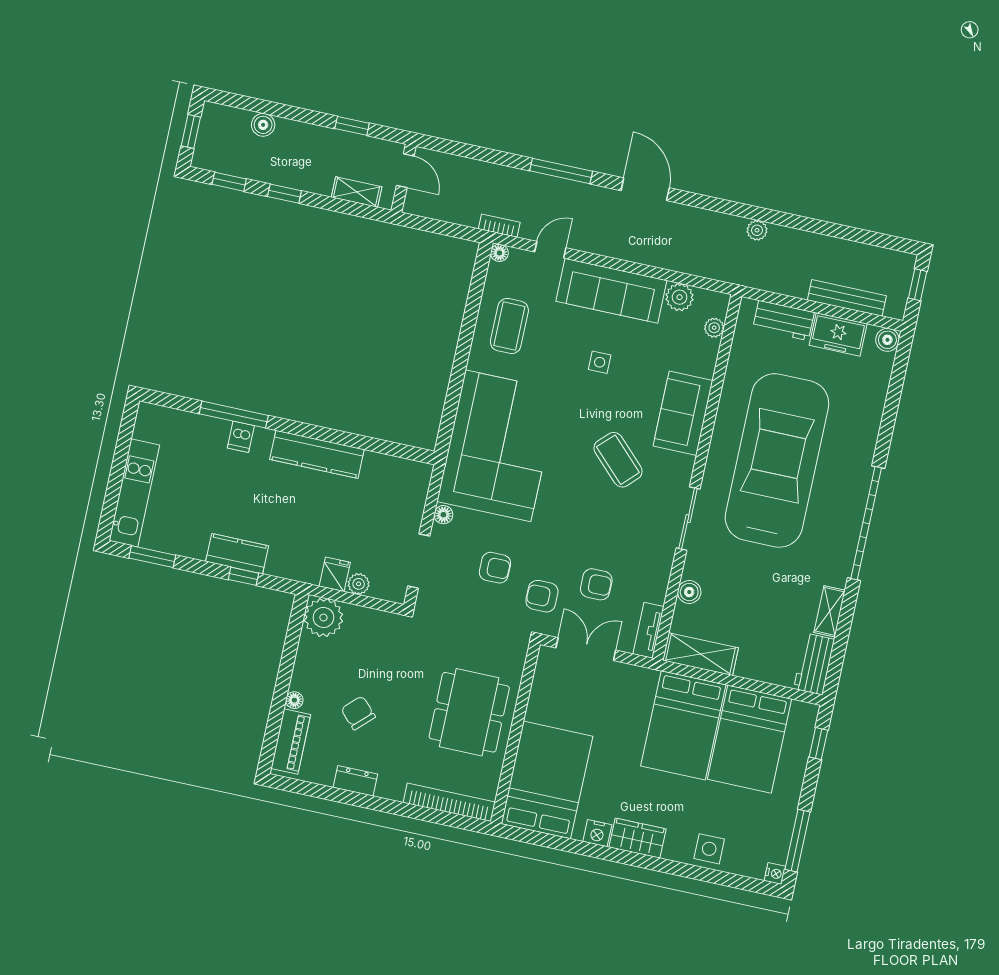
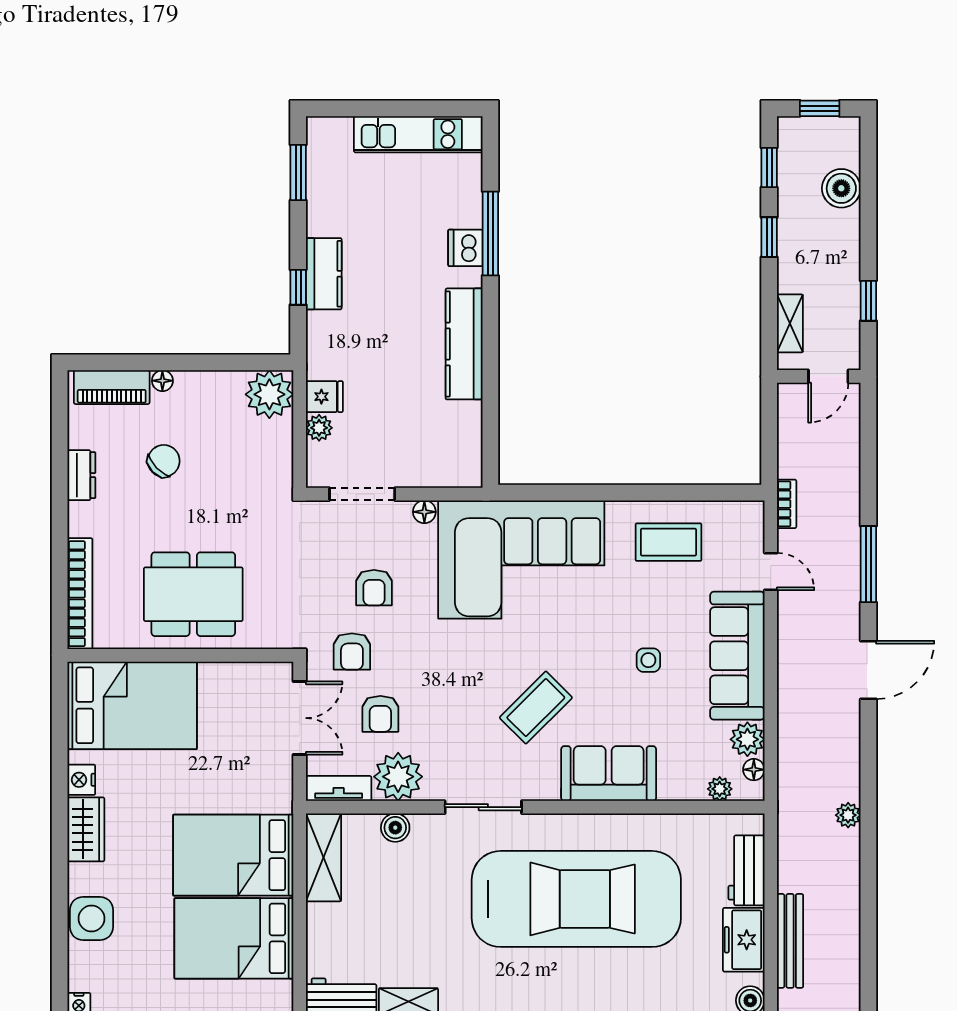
boiler: (263, 125) -> (841, 188), width x1.36, depth x1.36
floor lamp: (499, 253) -> (754, 770), moved
dishwasher: (241, 437) -> (465, 248), width x1.38
kitchen unit: (134, 493) -> (418, 134), moved
plant: (649, 581) -> (398, 777), added
armchair: (542, 596) -> (352, 652), turned 180
side table: (709, 849) -> (91, 918), width x1.37, depth x1.37

